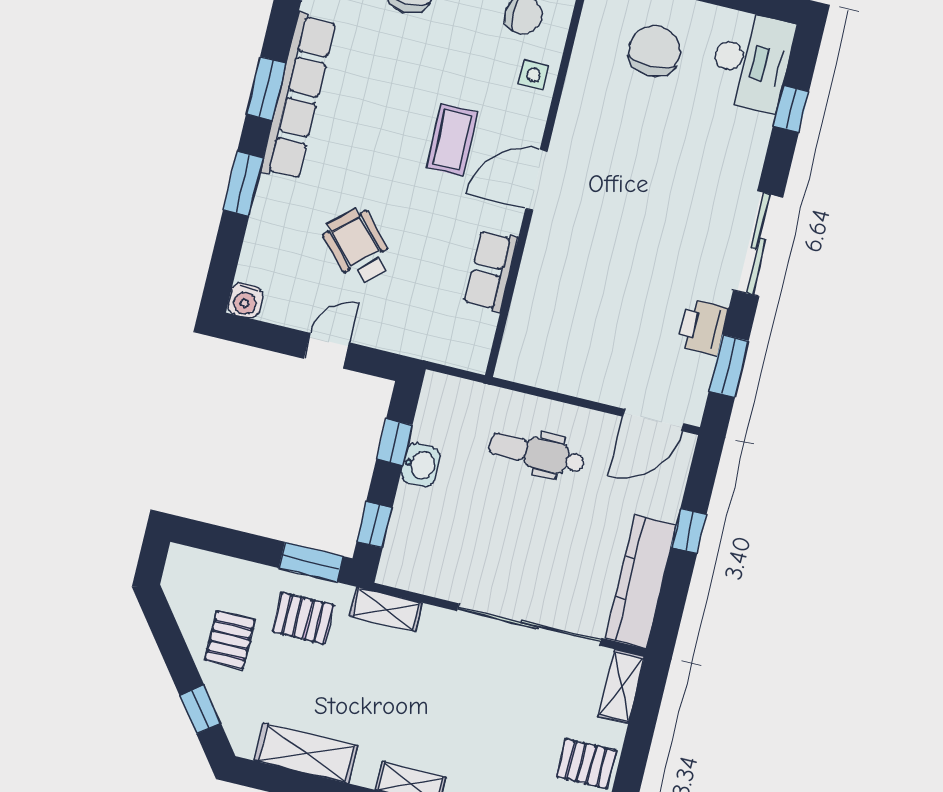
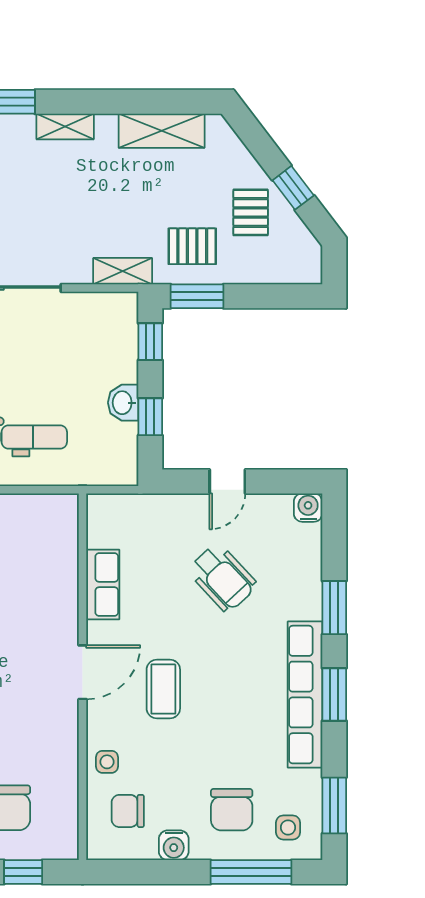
window: (200, 709) -> (293, 188), moved

